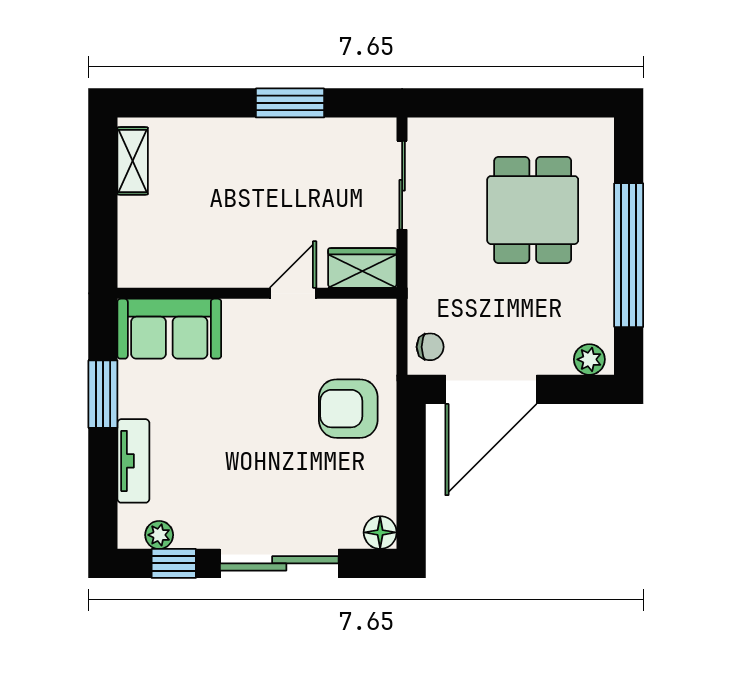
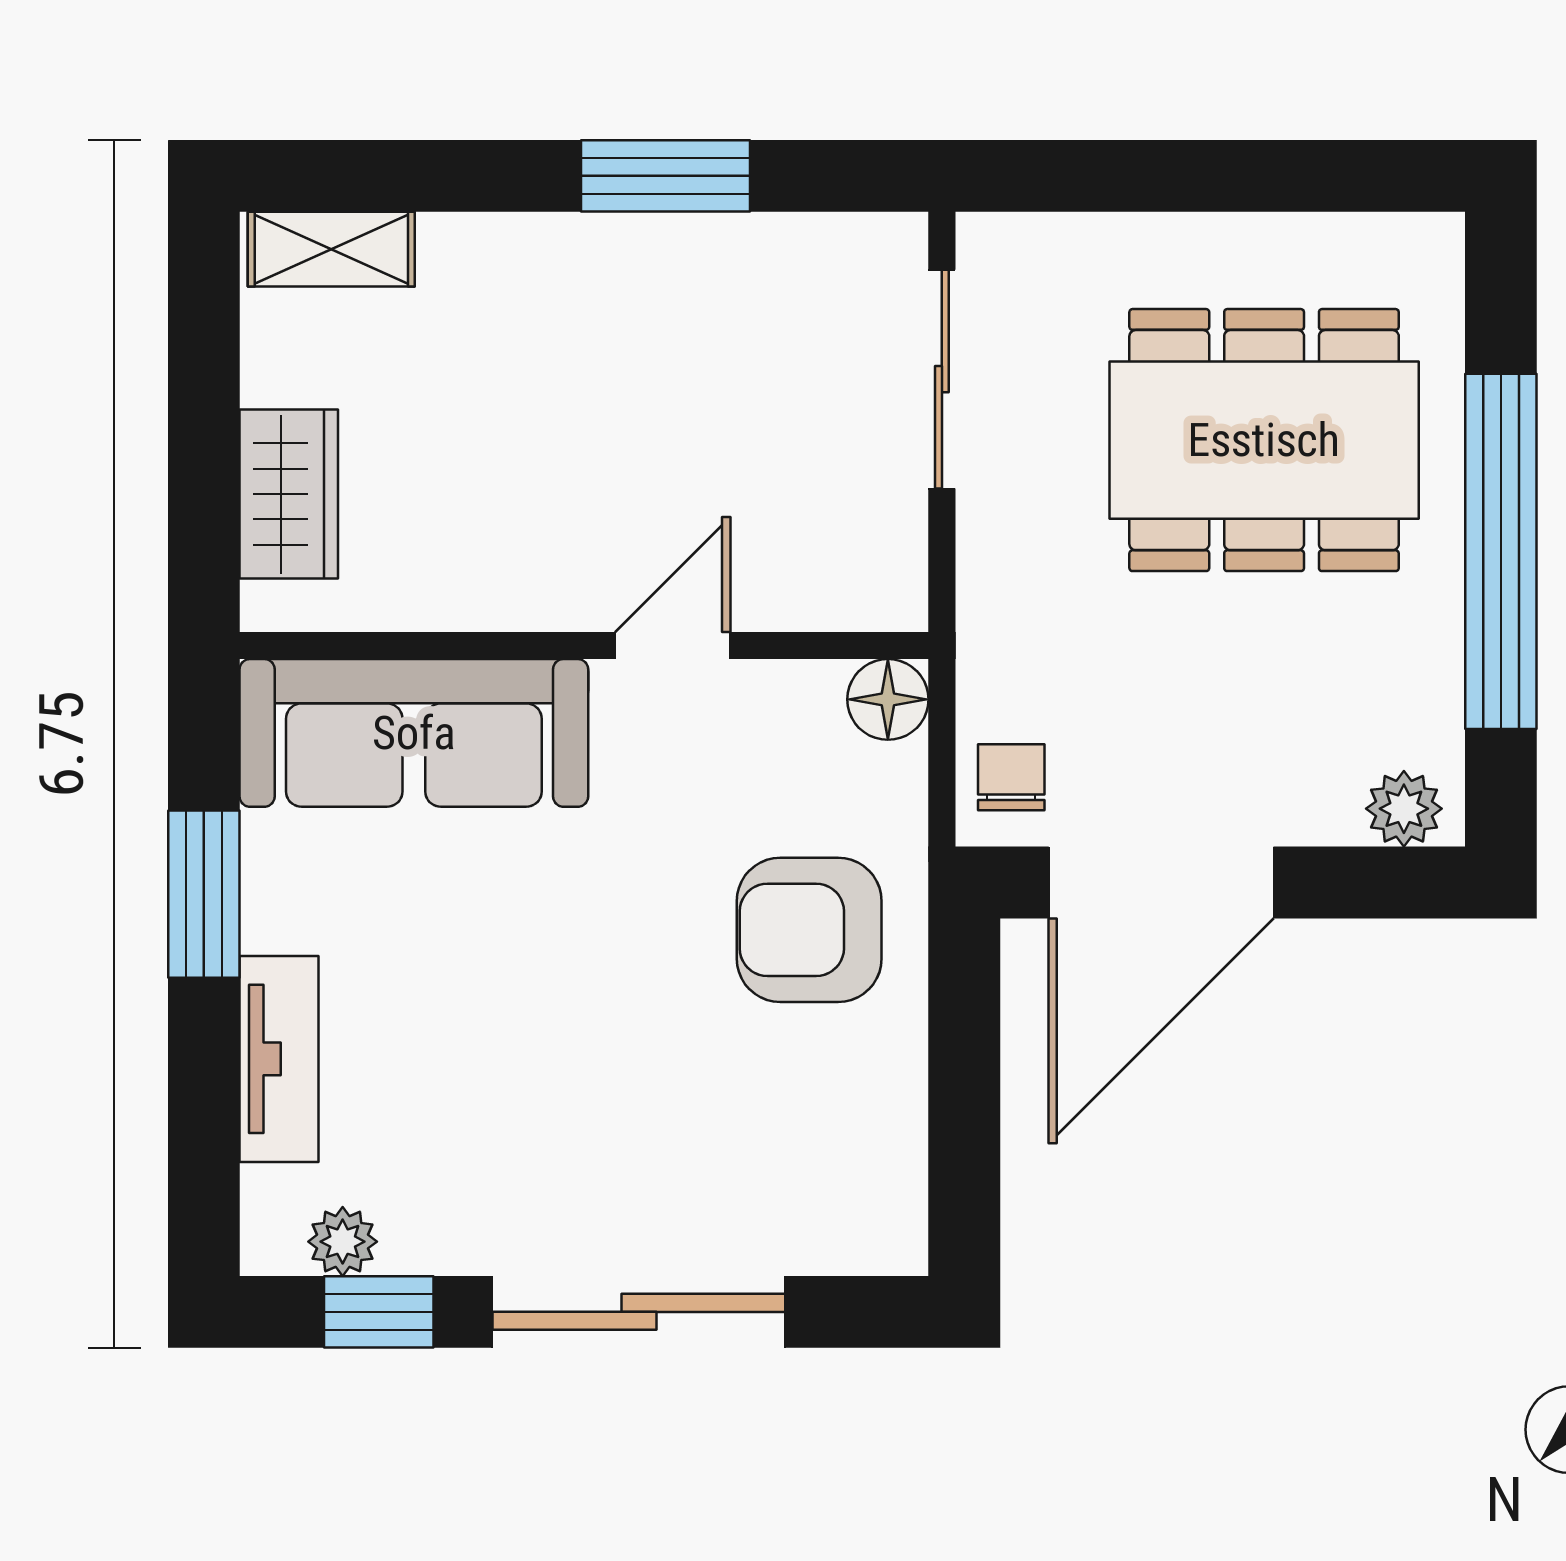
shelving: (133, 161) -> (331, 249), moved, turned 90
dining table: (533, 210) -> (1264, 440), width x1.38
wardrobe: (362, 268) -> (289, 494), moved, turned 90
sofa: (169, 329) -> (414, 733), width x1.36
chair: (430, 347) -> (1011, 777), turned -90
floor lamp: (380, 532) -> (888, 699), moved

